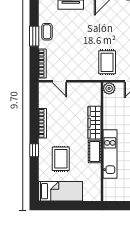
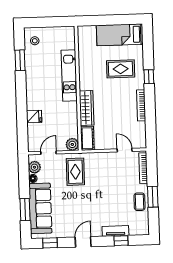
cot: (95, 151) -> (87, 138), moved
rug: (61, 159) -> (121, 69), turned 90

